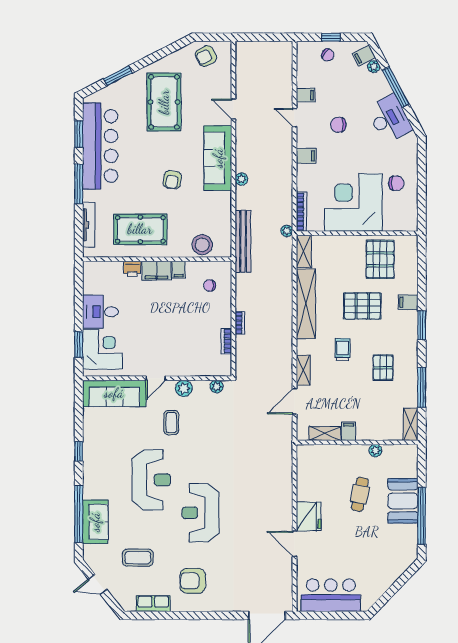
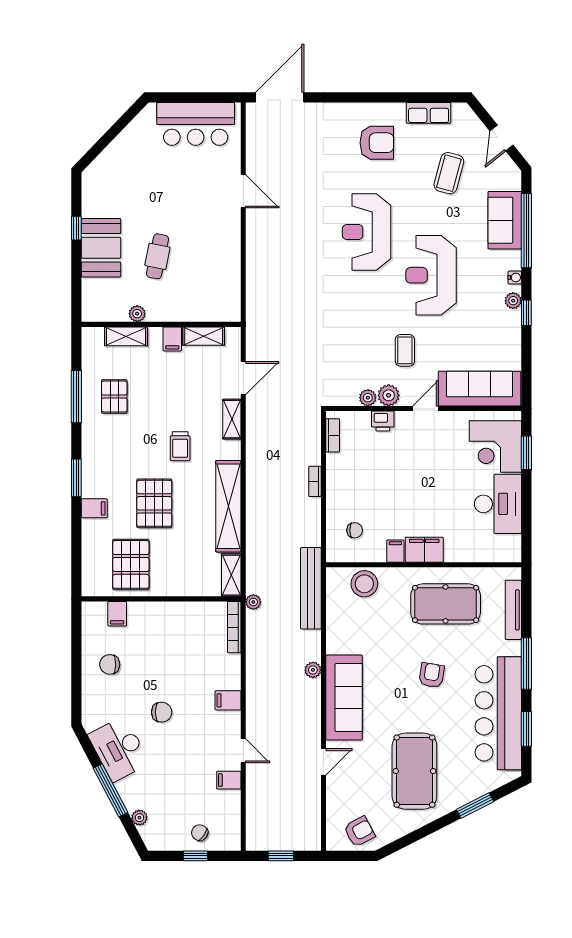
window: (266, 37) -> (281, 856), added
filing cabinet: (364, 55) -> (117, 614), moved, turned 118
door: (233, 109) -> (323, 762), hinge flipped
chair: (338, 125) -> (162, 712), moved
armchair: (172, 180) -> (432, 675), moved
corner desk: (353, 202) -> (166, 639), removed
printer: (132, 269) -> (383, 421), moved, turned 180
pallet: (362, 306) -> (154, 503), turned 90
desk: (100, 312) -> (498, 504), width x1.37
bookcase: (226, 341) -> (333, 435), moved
pallet: (383, 368) -> (114, 396), moved
plant: (217, 387) -> (368, 398), moved
shelving: (411, 424) -> (126, 336), moved, turned 90
plant: (89, 461) -> (513, 301), added
water cooler: (88, 478) -> (515, 277), added
reception desk: (200, 513) -> (367, 232), turned 180
fridge: (309, 516) -> (225, 227), removed
window: (422, 516) -> (76, 228), width x0.32
coffee table: (138, 558) -> (449, 173), turned -75
door: (98, 584) -> (502, 138), swing flipped

